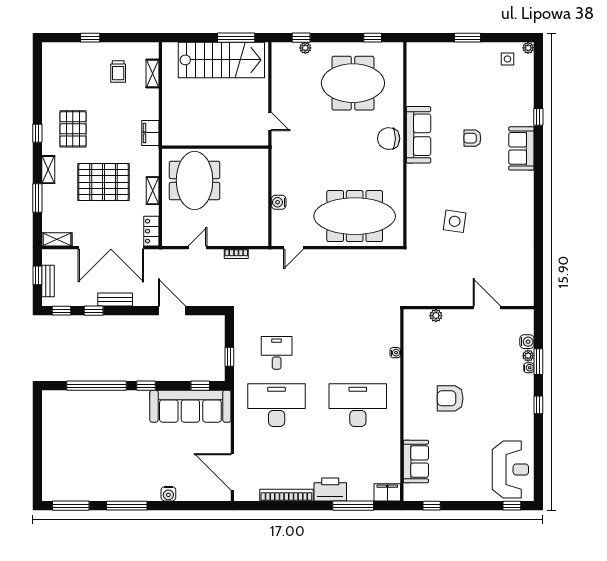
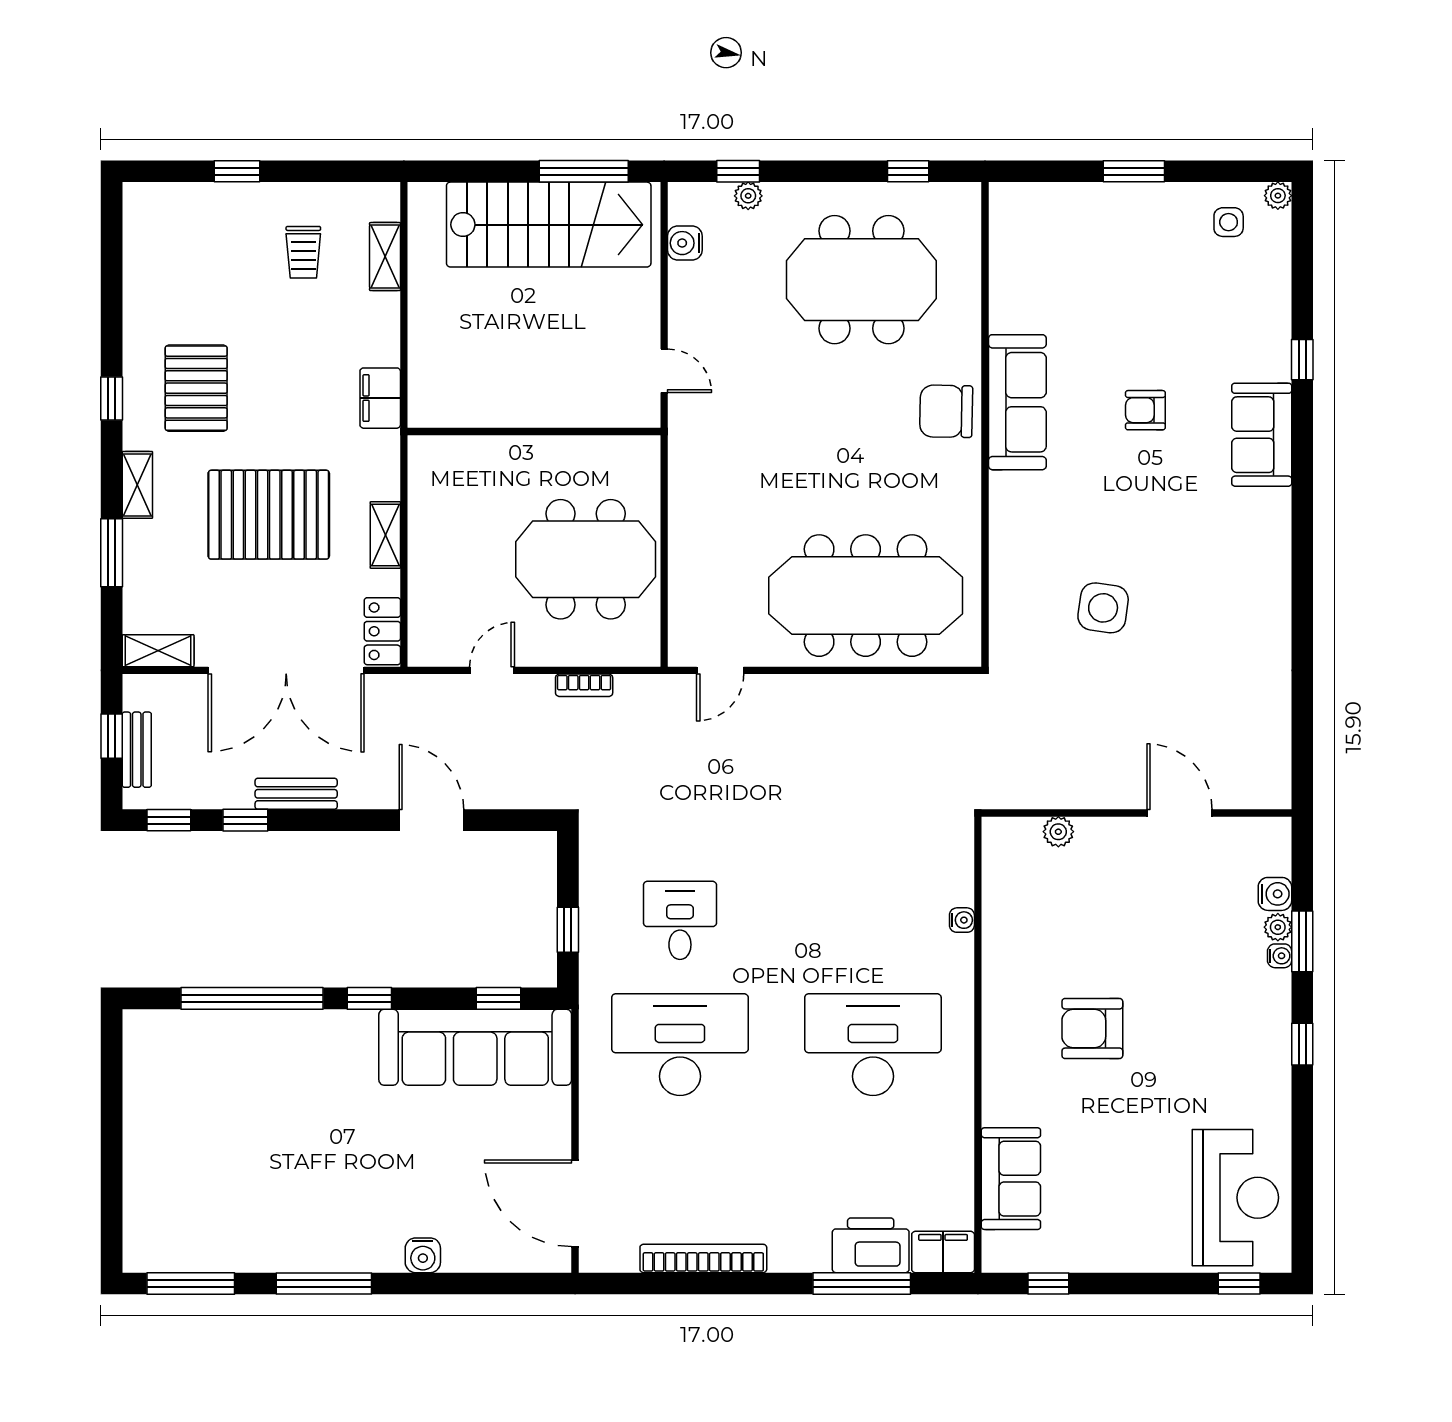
meeting table: (195, 181) -> (586, 559), moved, turned 90
water cooler: (279, 202) -> (685, 243), moved
printer: (330, 490) -> (871, 1245), moved

